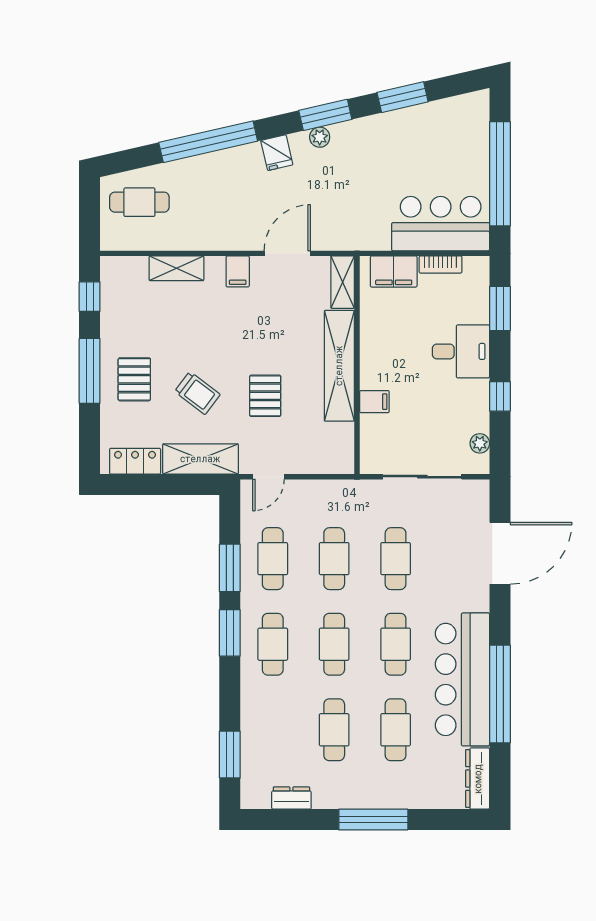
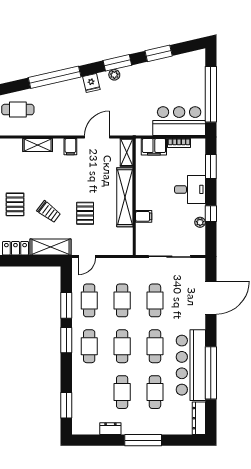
plant: (480, 443) -> (200, 222), moved
dresser: (291, 798) -> (110, 429), moved

